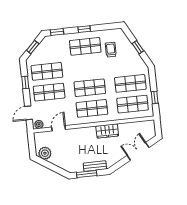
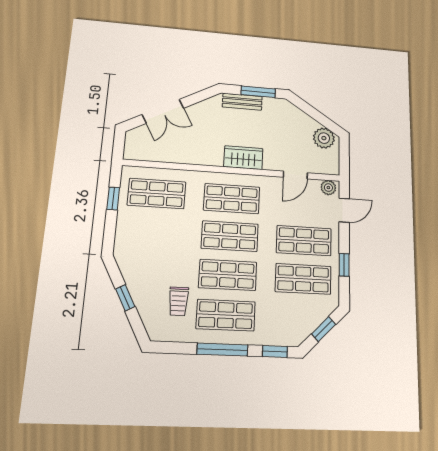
window: (84, 29) -> (222, 349), width x2.17
shop shelf: (130, 83) -> (228, 275), moved
wardrobe: (107, 131) -> (243, 158), moved

